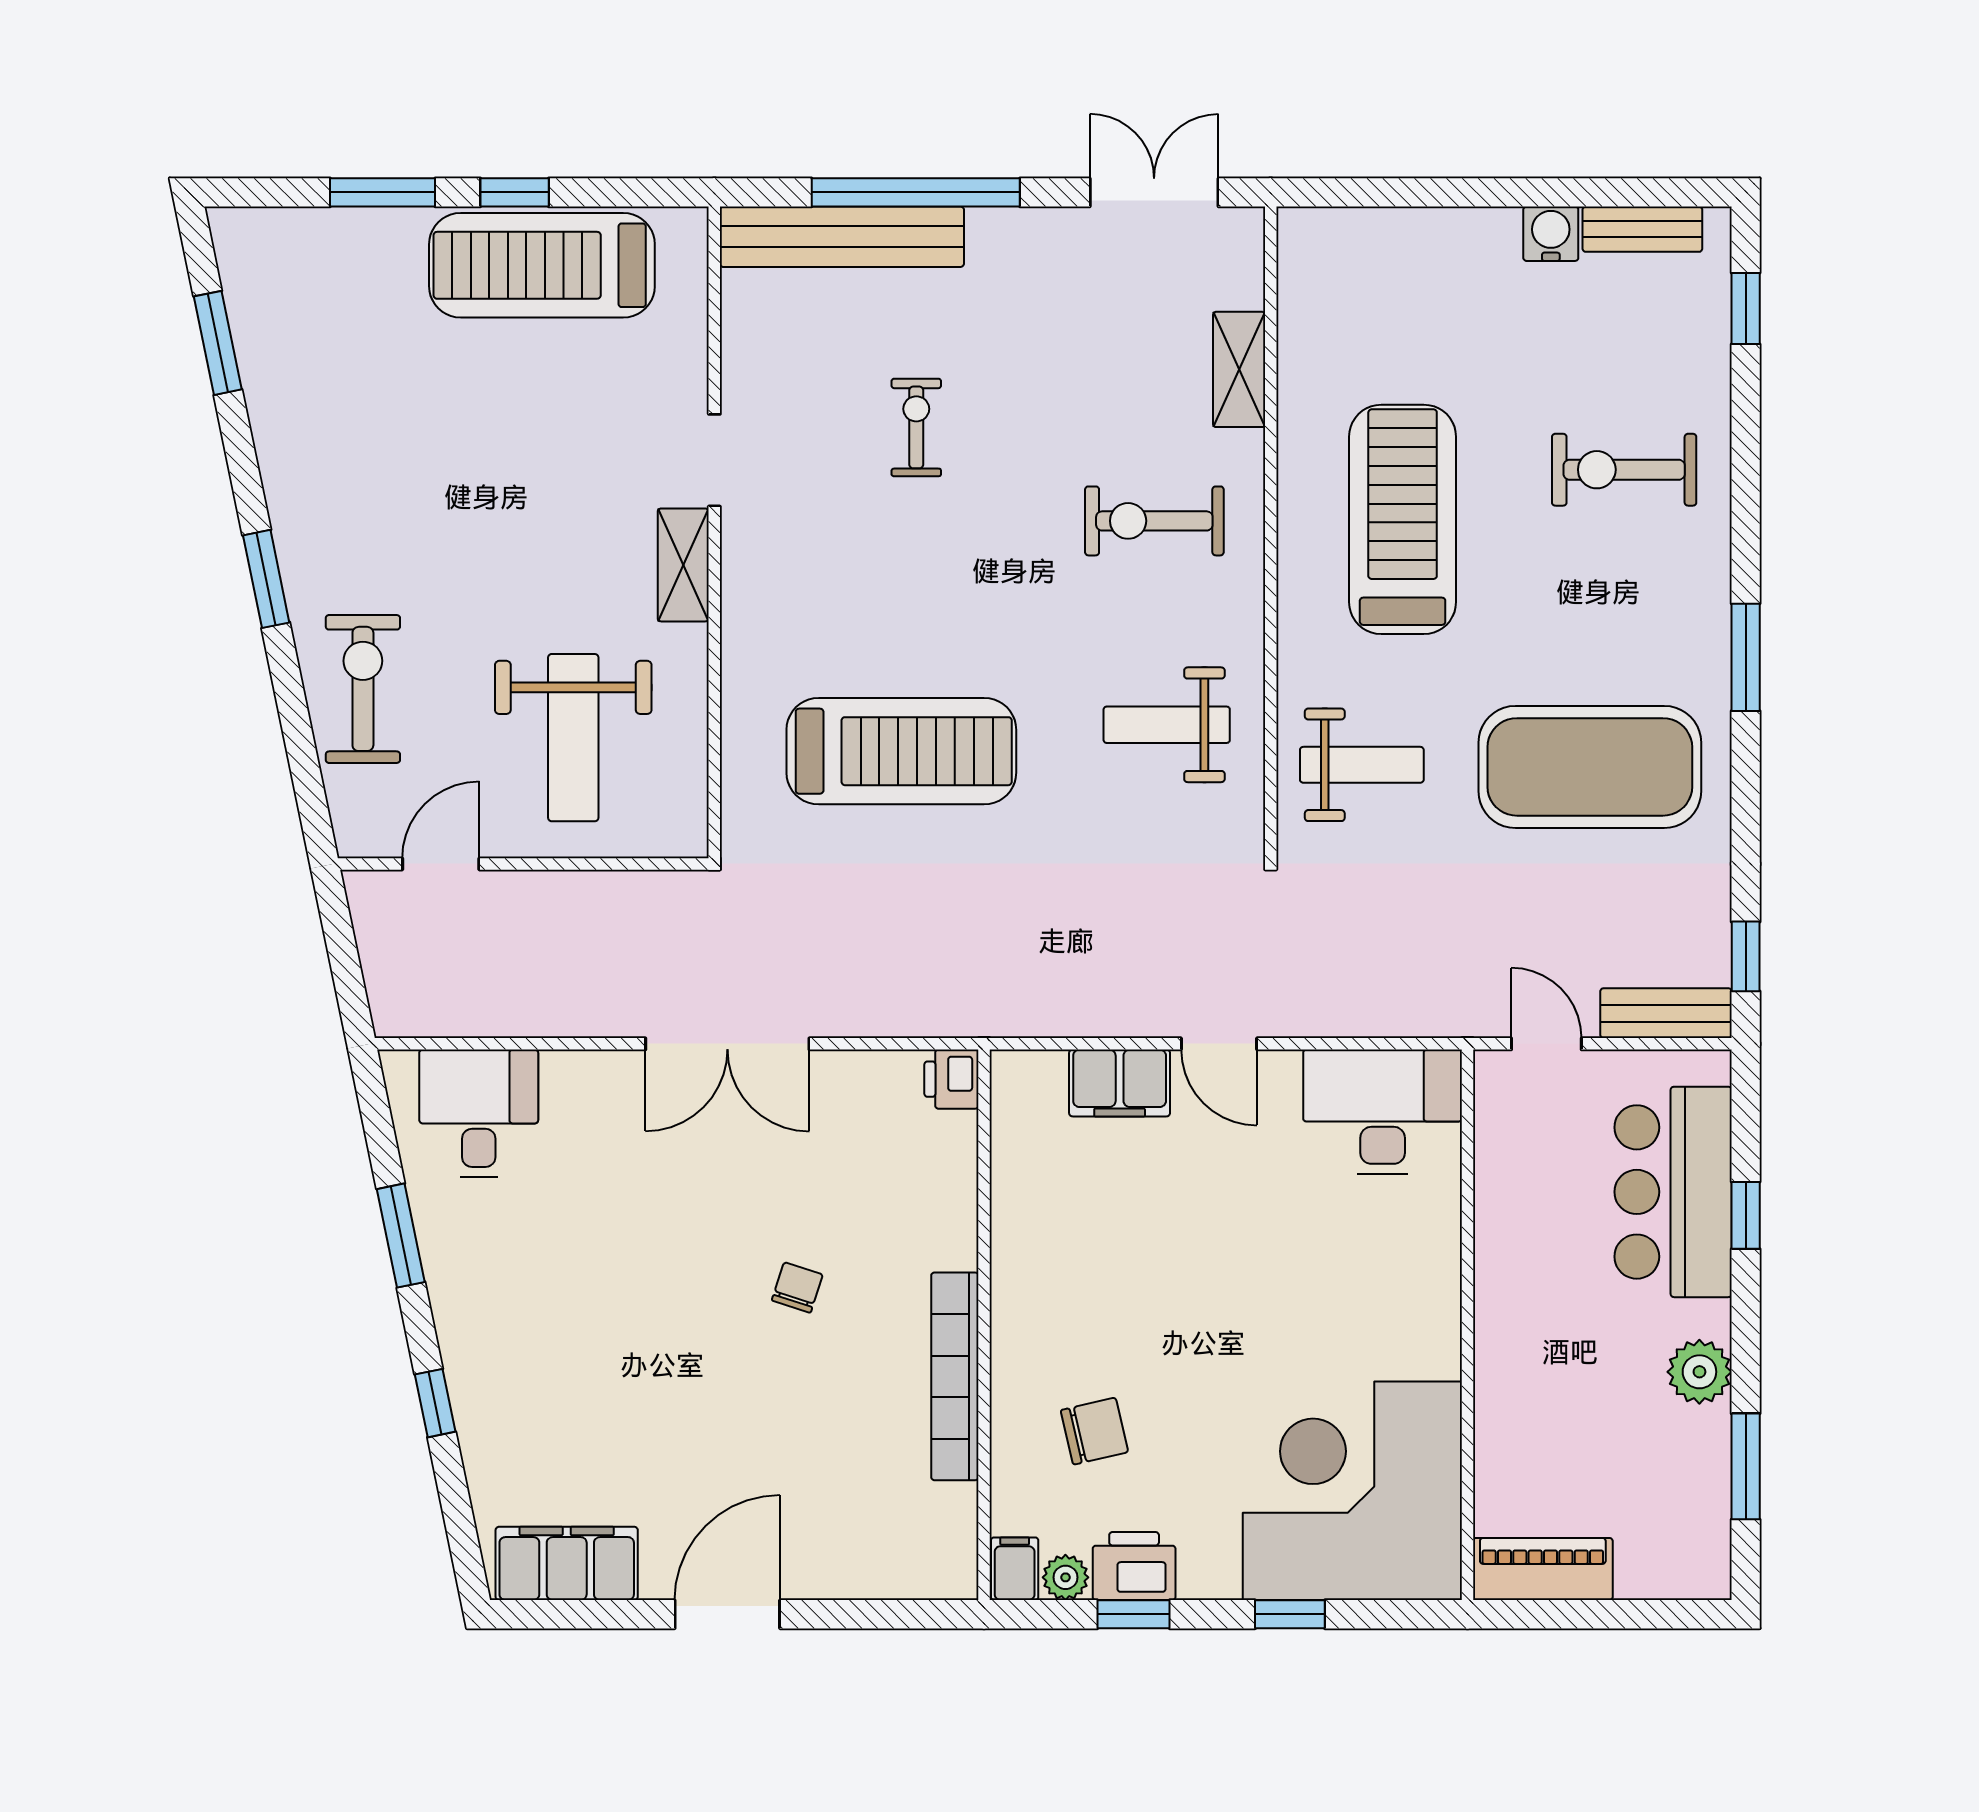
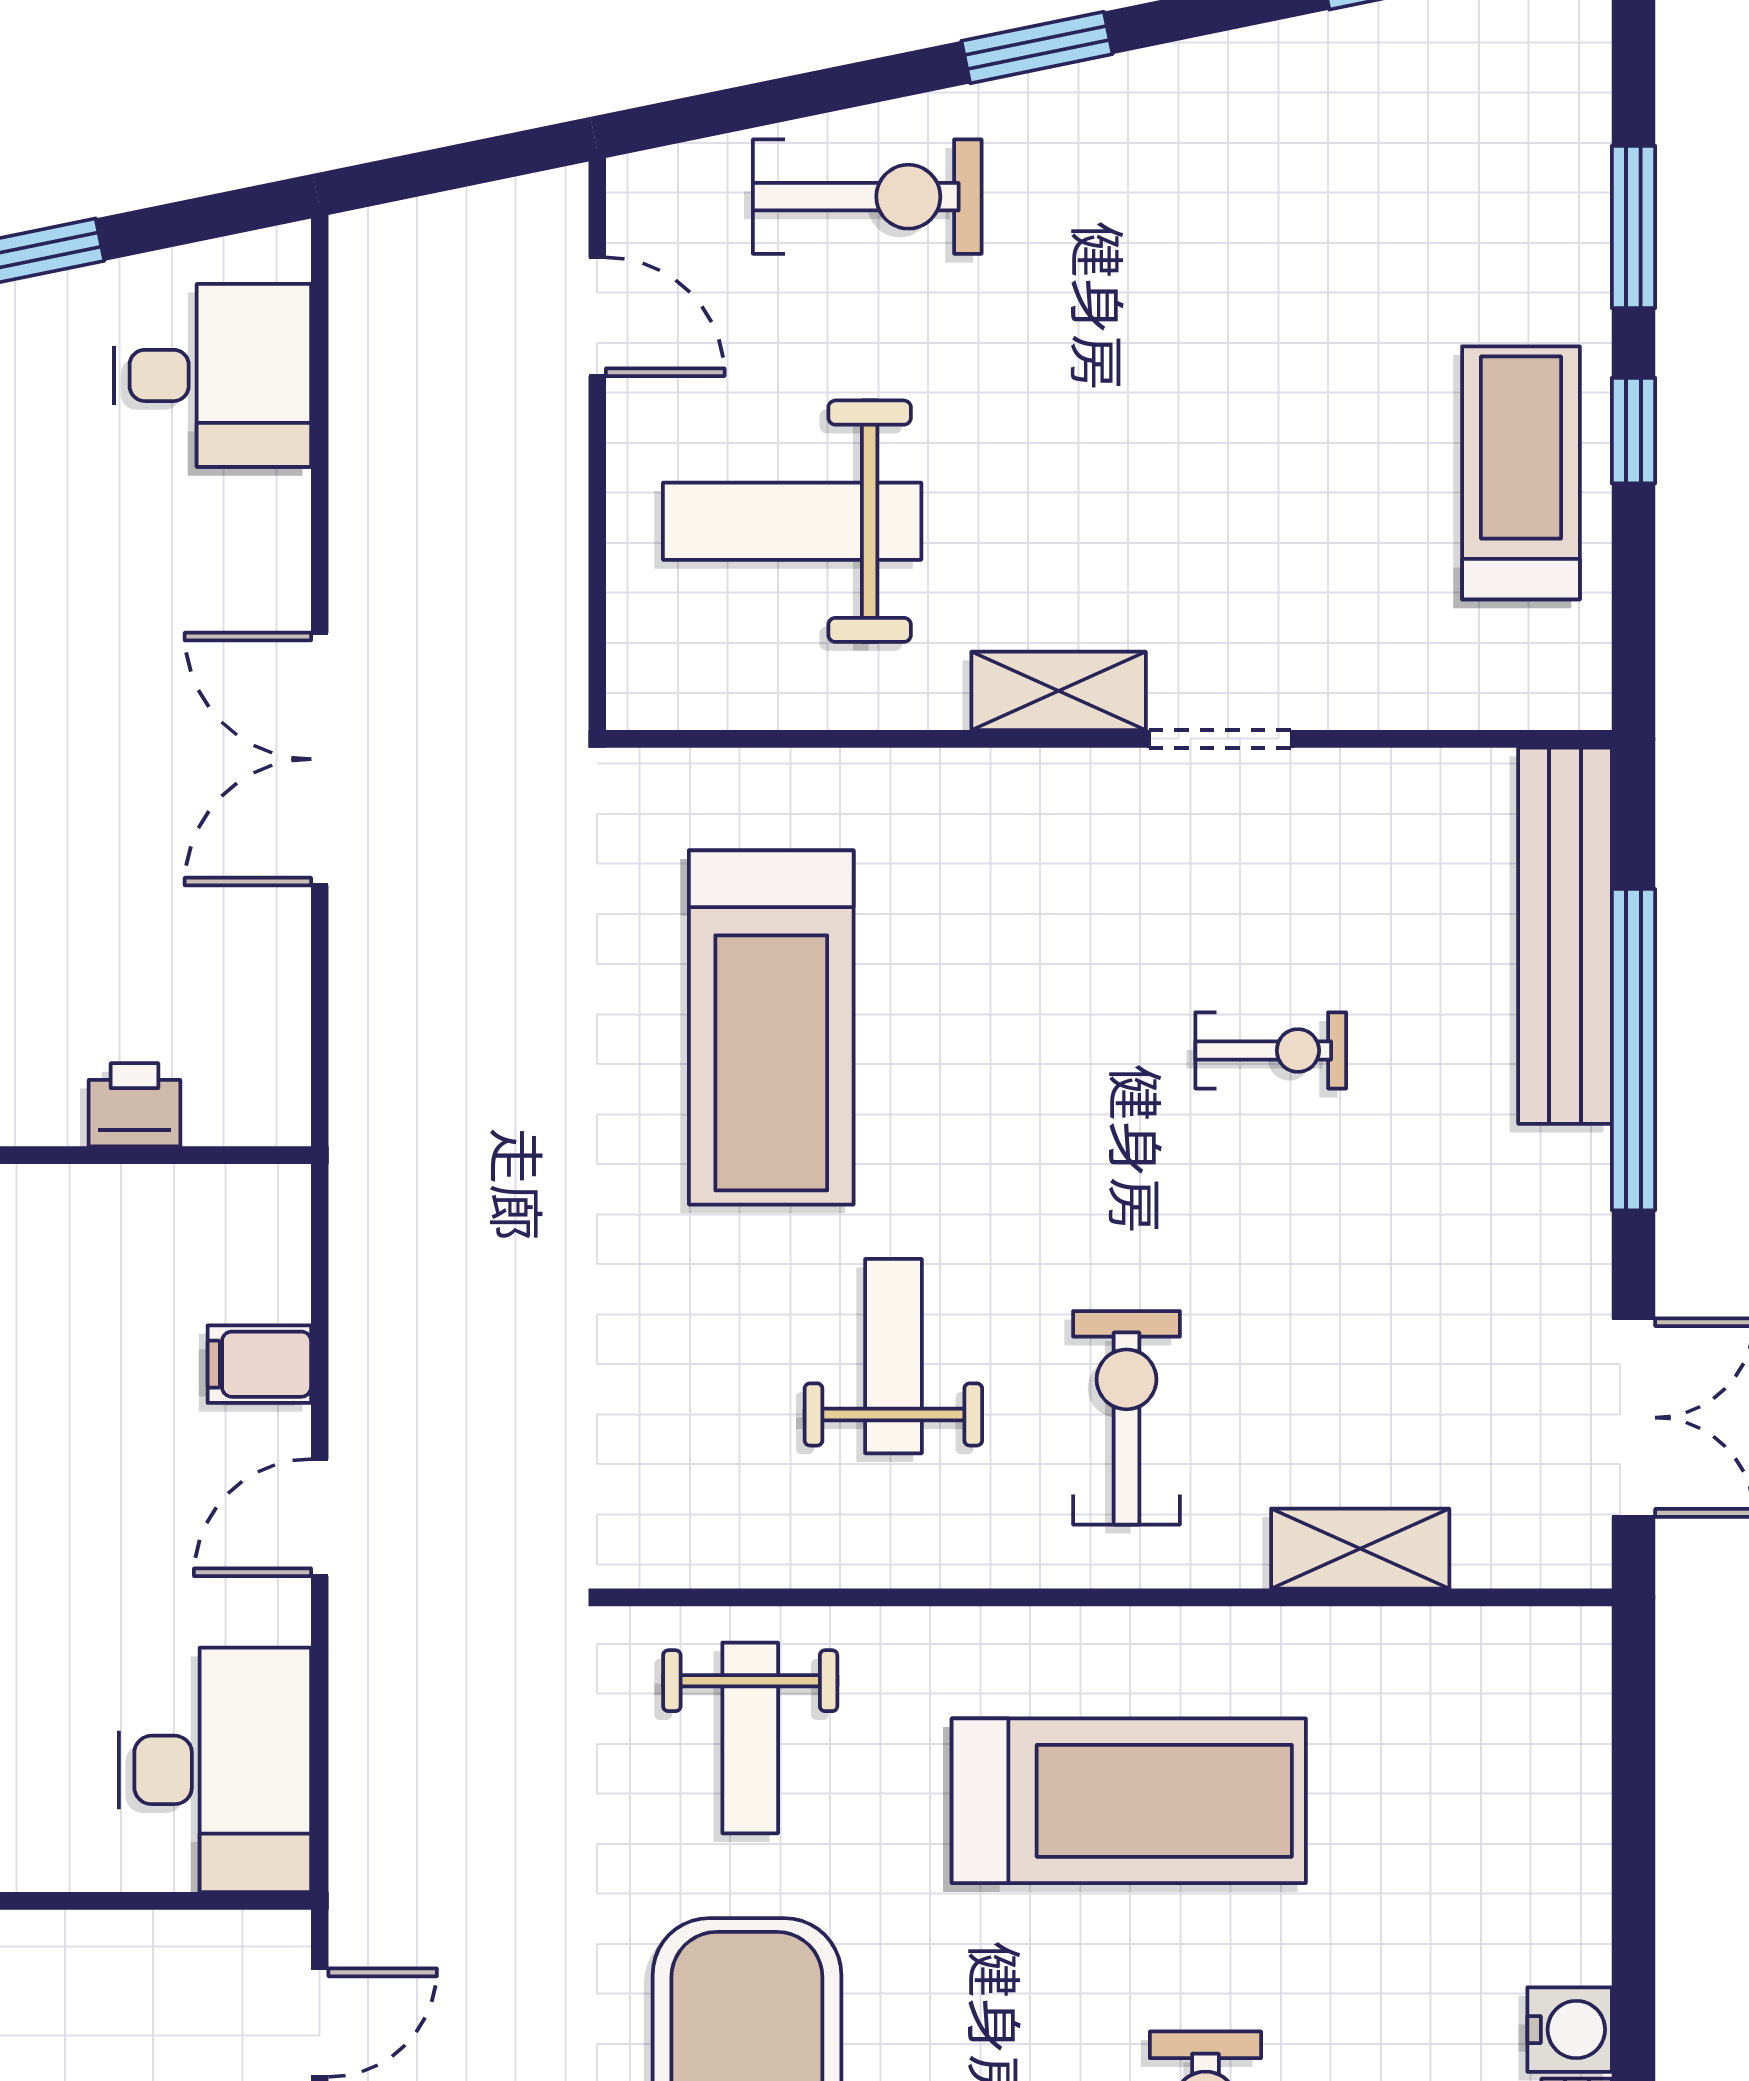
treadmill: (542, 265) -> (1521, 473), width x0.73, depth x0.73
weight bench: (1167, 725) -> (893, 1356), moved
printer: (951, 1079) -> (135, 1105), moved
filing cabinet: (1120, 1083) -> (259, 1364), width x0.50

